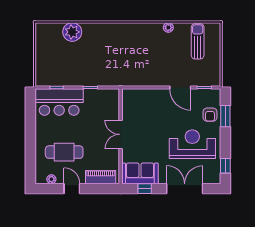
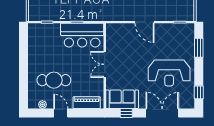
door: (180, 88) -> (144, 22), moved
bar counter: (59, 102) -> (82, 35), moved
armchair: (210, 115) -> (185, 46), removed
reception desk: (192, 144) -> (169, 73), turned 180

